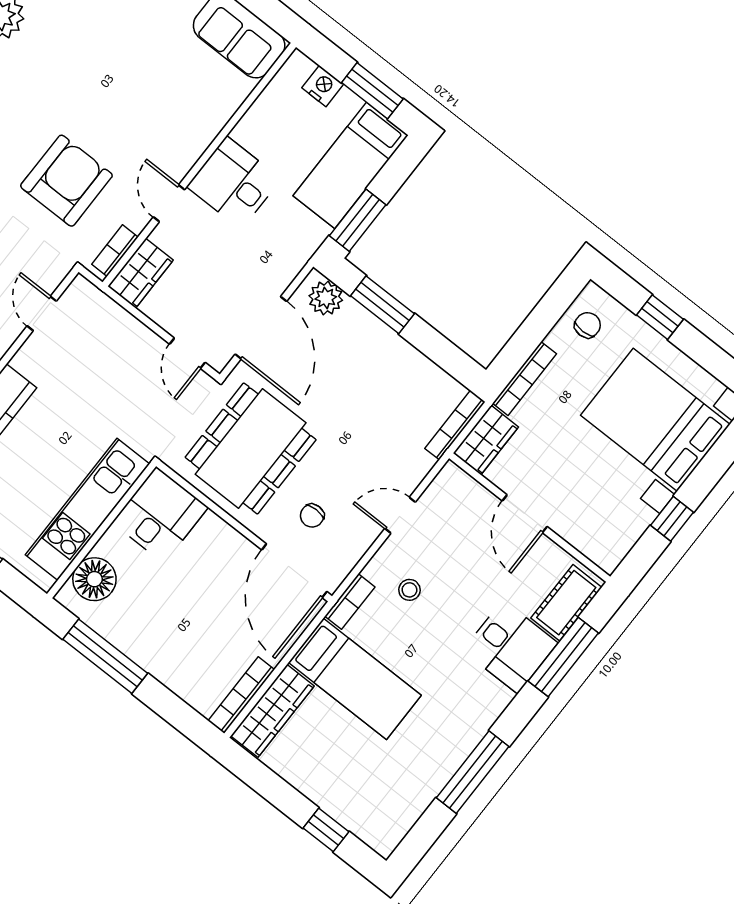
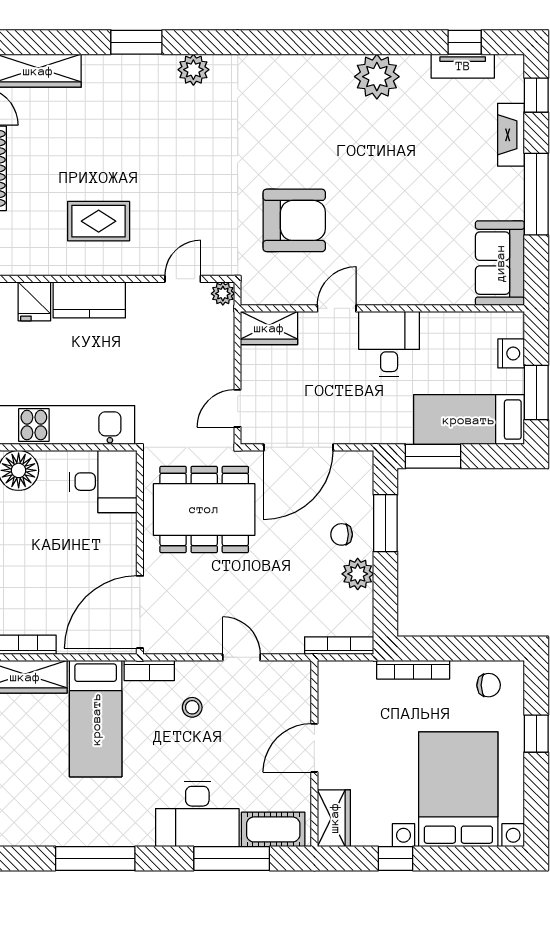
bookcase: (115, 251) -> (271, 296), removed
plant: (81, 289) -> (223, 294), added
plant: (326, 298) -> (358, 574), moved
wardrobe: (486, 440) -> (334, 818), moved, turned -90
chair: (312, 516) -> (342, 534), moved
desk: (510, 647) -> (197, 814), width x1.37

